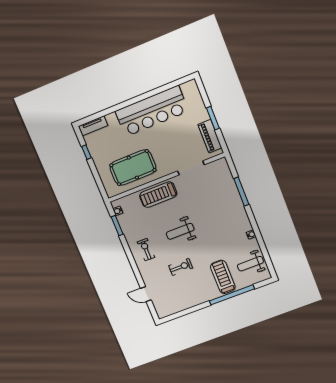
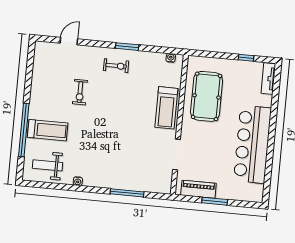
treadmill: (158, 195) -> (166, 108), turned 180
window: (117, 226) -> (127, 47), moved
weight bench: (180, 231) -> (117, 111), removed
weight bench: (250, 264) -> (48, 165), turned -90

